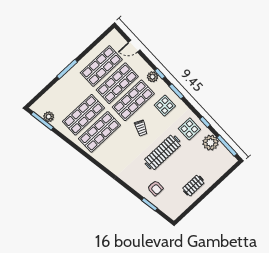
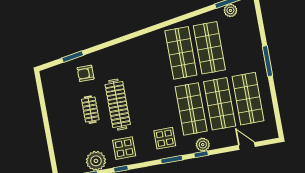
door: (134, 46) -> (247, 146), hinge flipped
trolley: (141, 128) -> (157, 99), removed
clothes rail: (193, 186) -> (90, 110), moved

